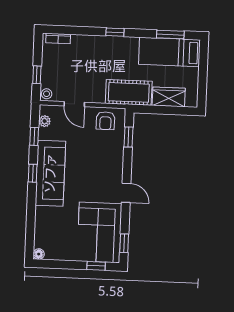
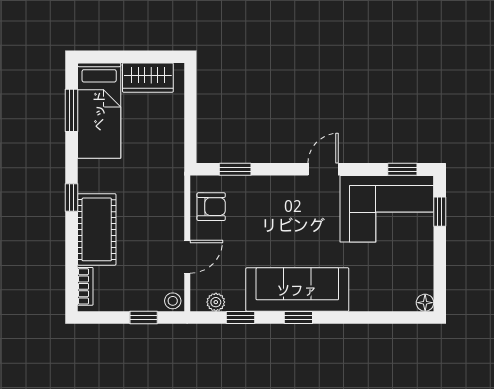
cot: (129, 92) -> (97, 229), moved
wardrobe: (169, 97) -> (148, 78), moved, turned -90

